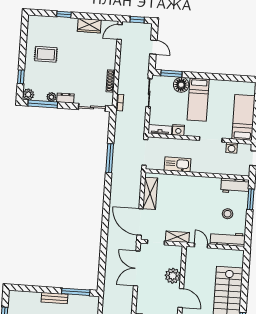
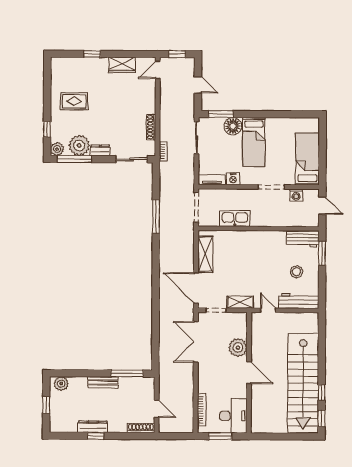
plant: (51, 97) -> (79, 145), width x1.88, depth x1.88
plant: (18, 297) -> (61, 384), added

